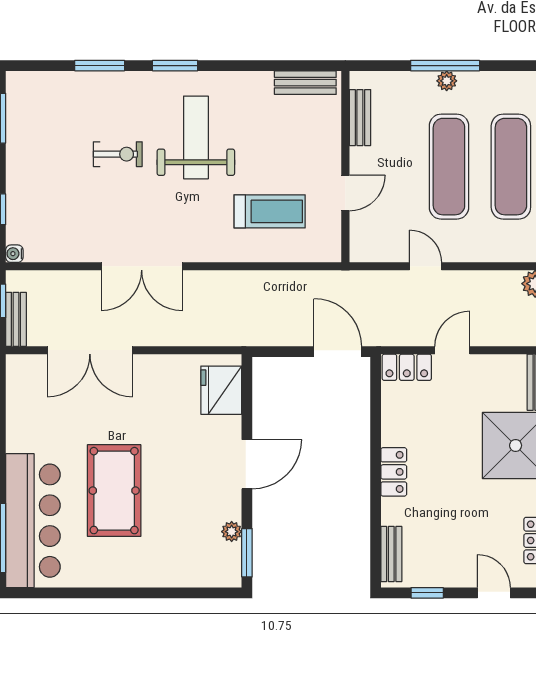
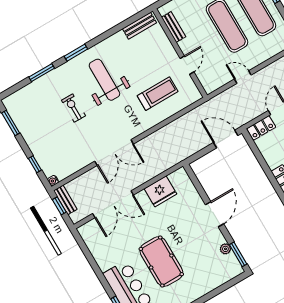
exercise bike: (118, 154) -> (73, 108), turned -90
bench: (16, 319) -> (65, 200), moved
fridge: (221, 390) -> (160, 191), moved, turned -90

